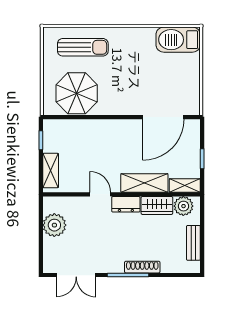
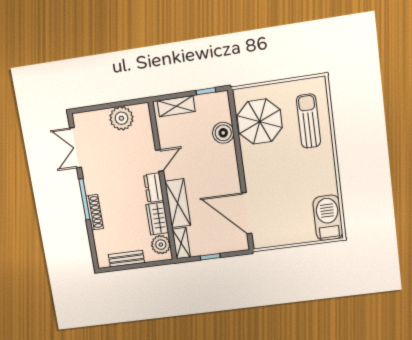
sun lounger: (83, 47) -> (309, 121), turned 180
boiler: (82, 129) -> (223, 133), added

